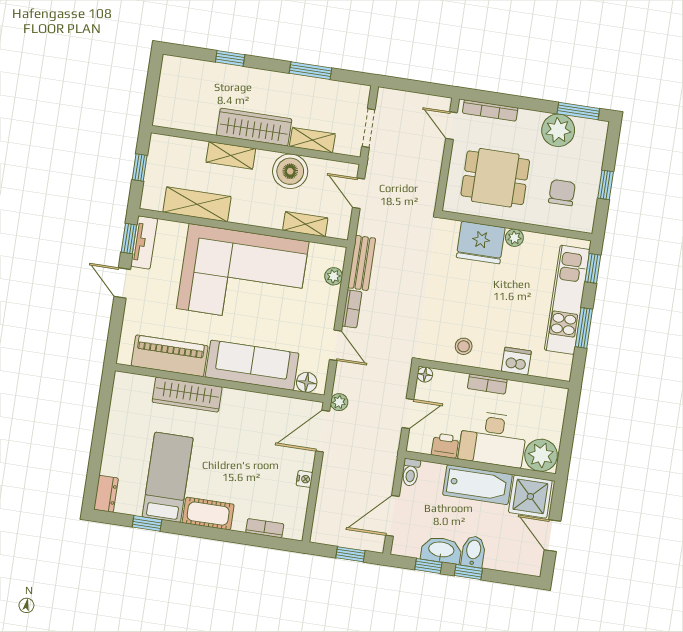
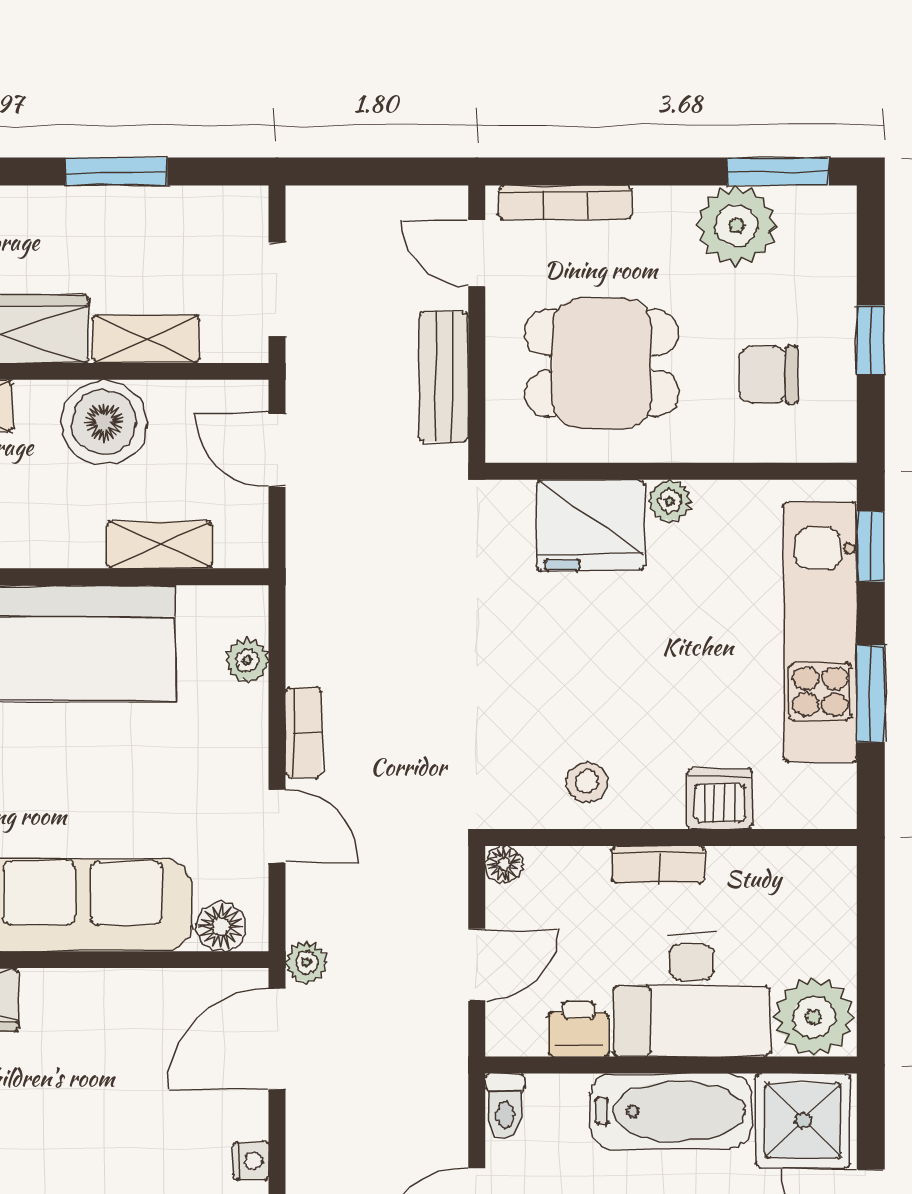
chair: (562, 193) -> (768, 375), turned -90
bench: (362, 263) -> (444, 377), moved

